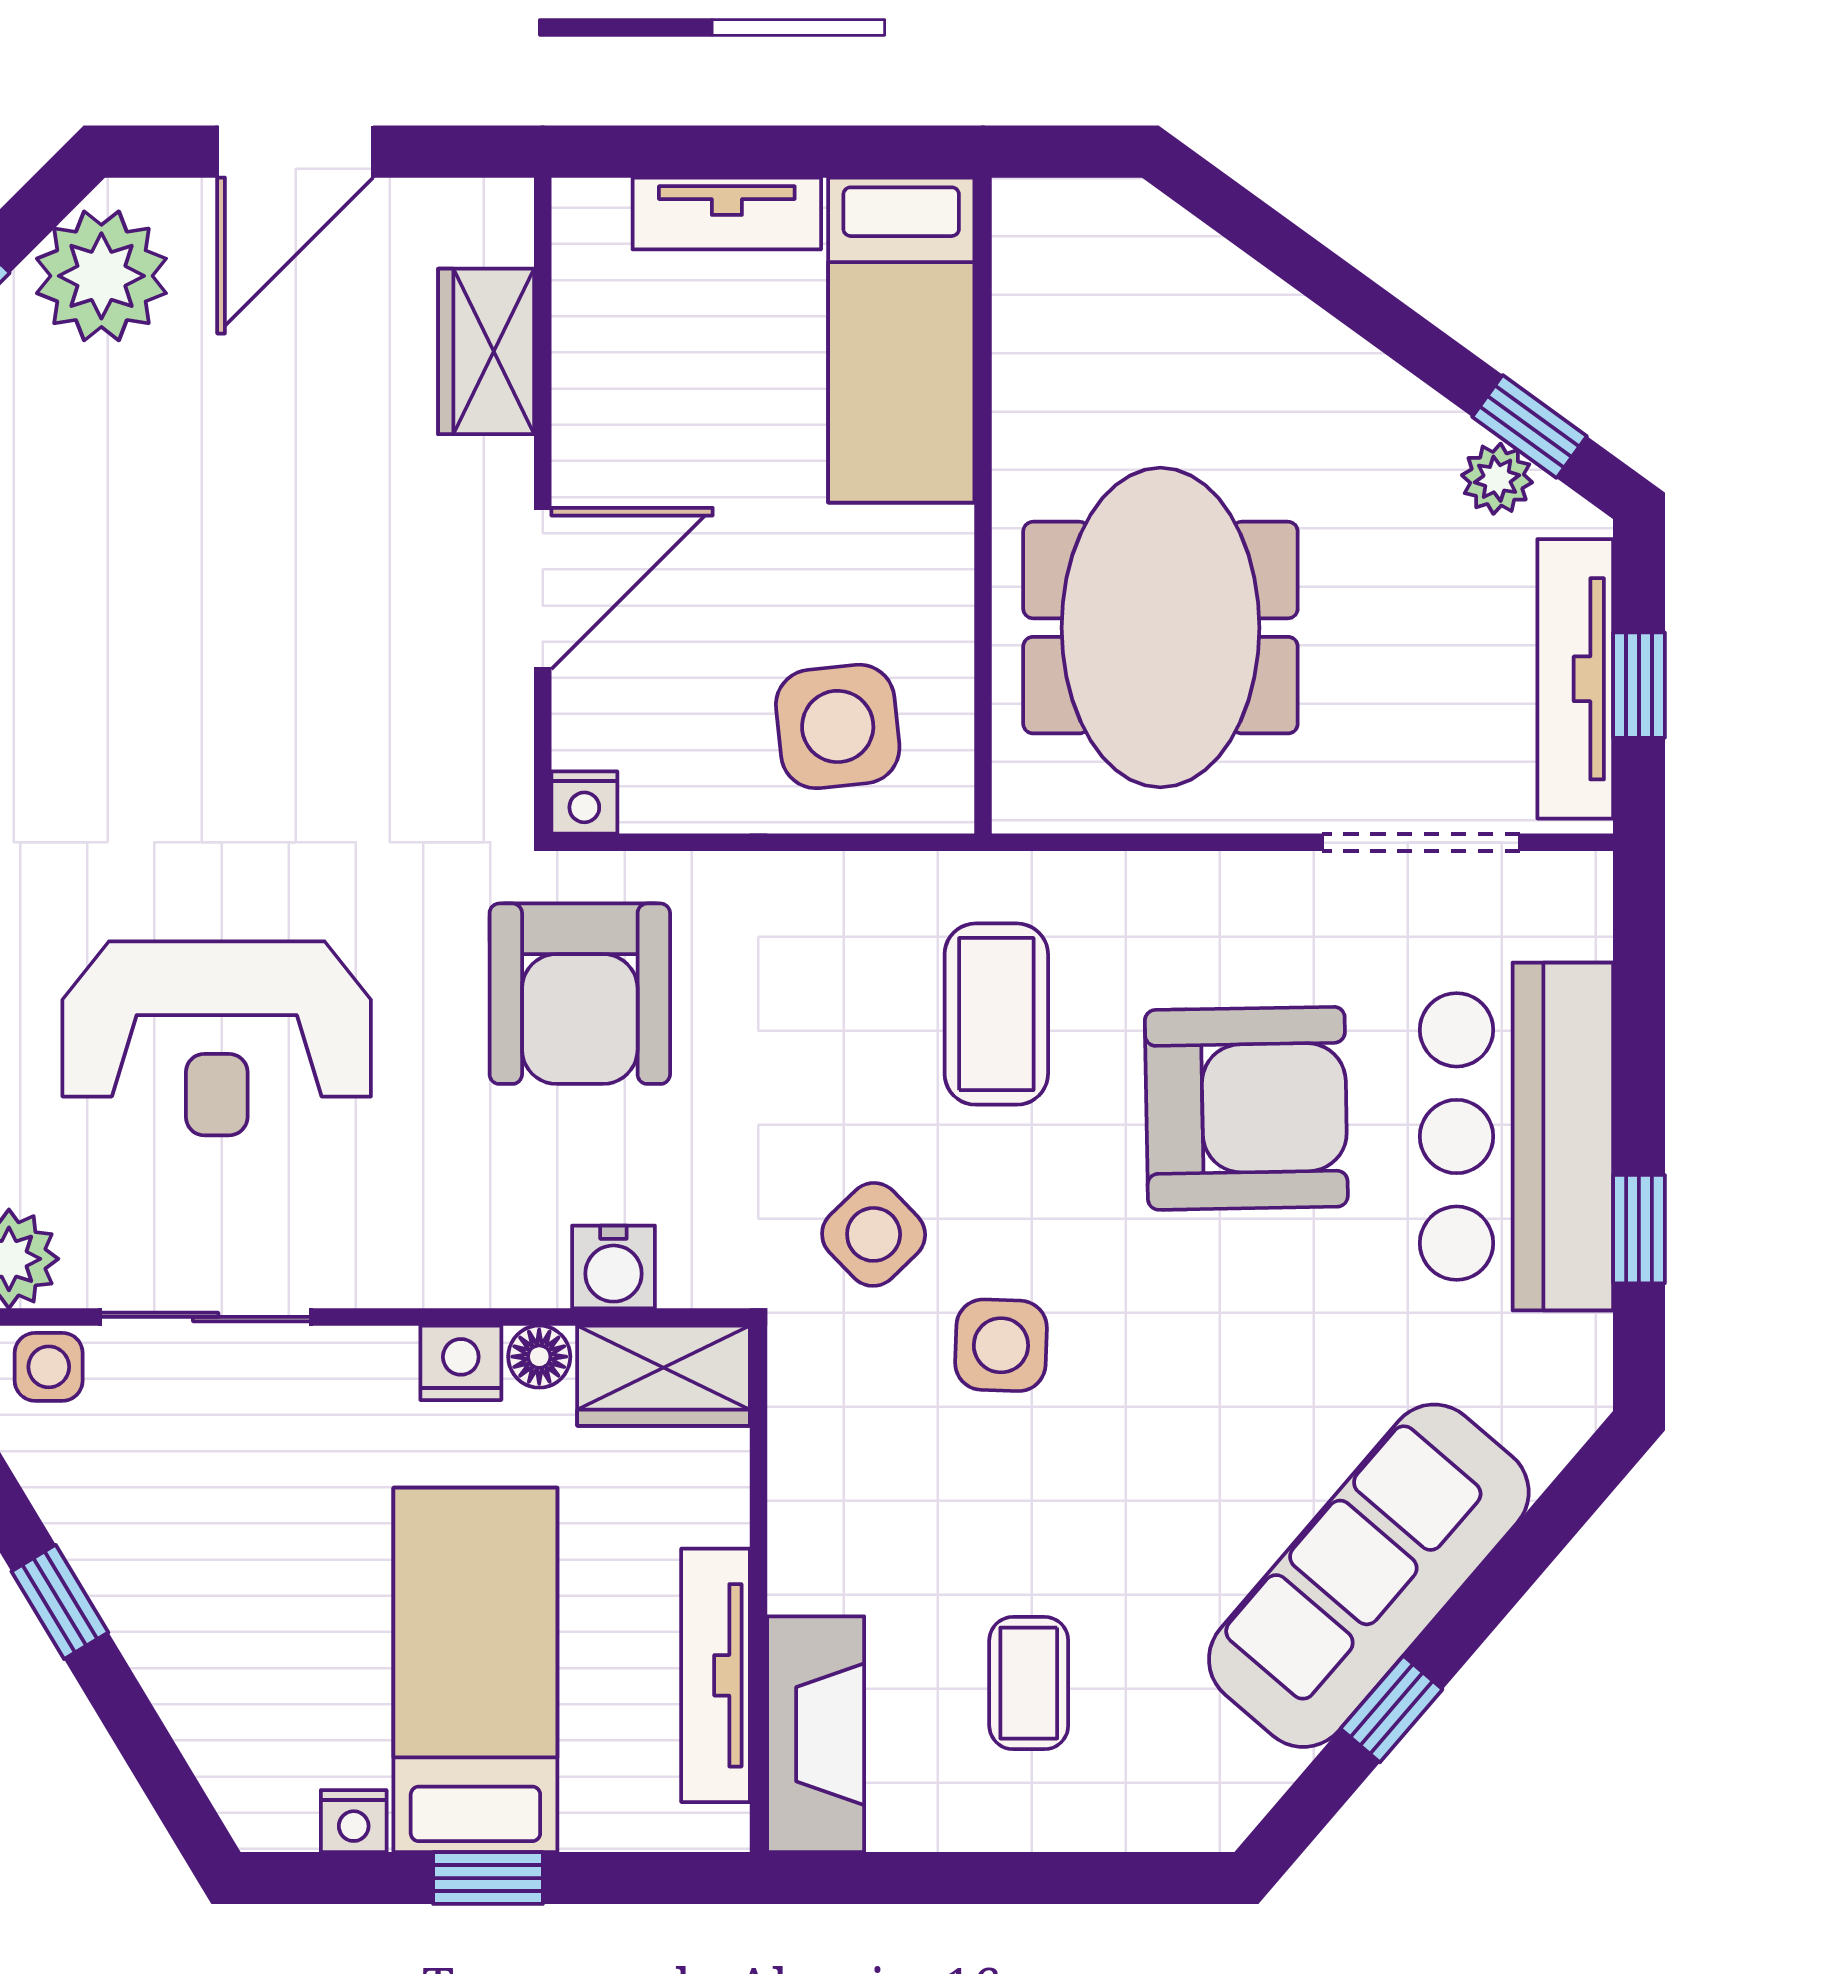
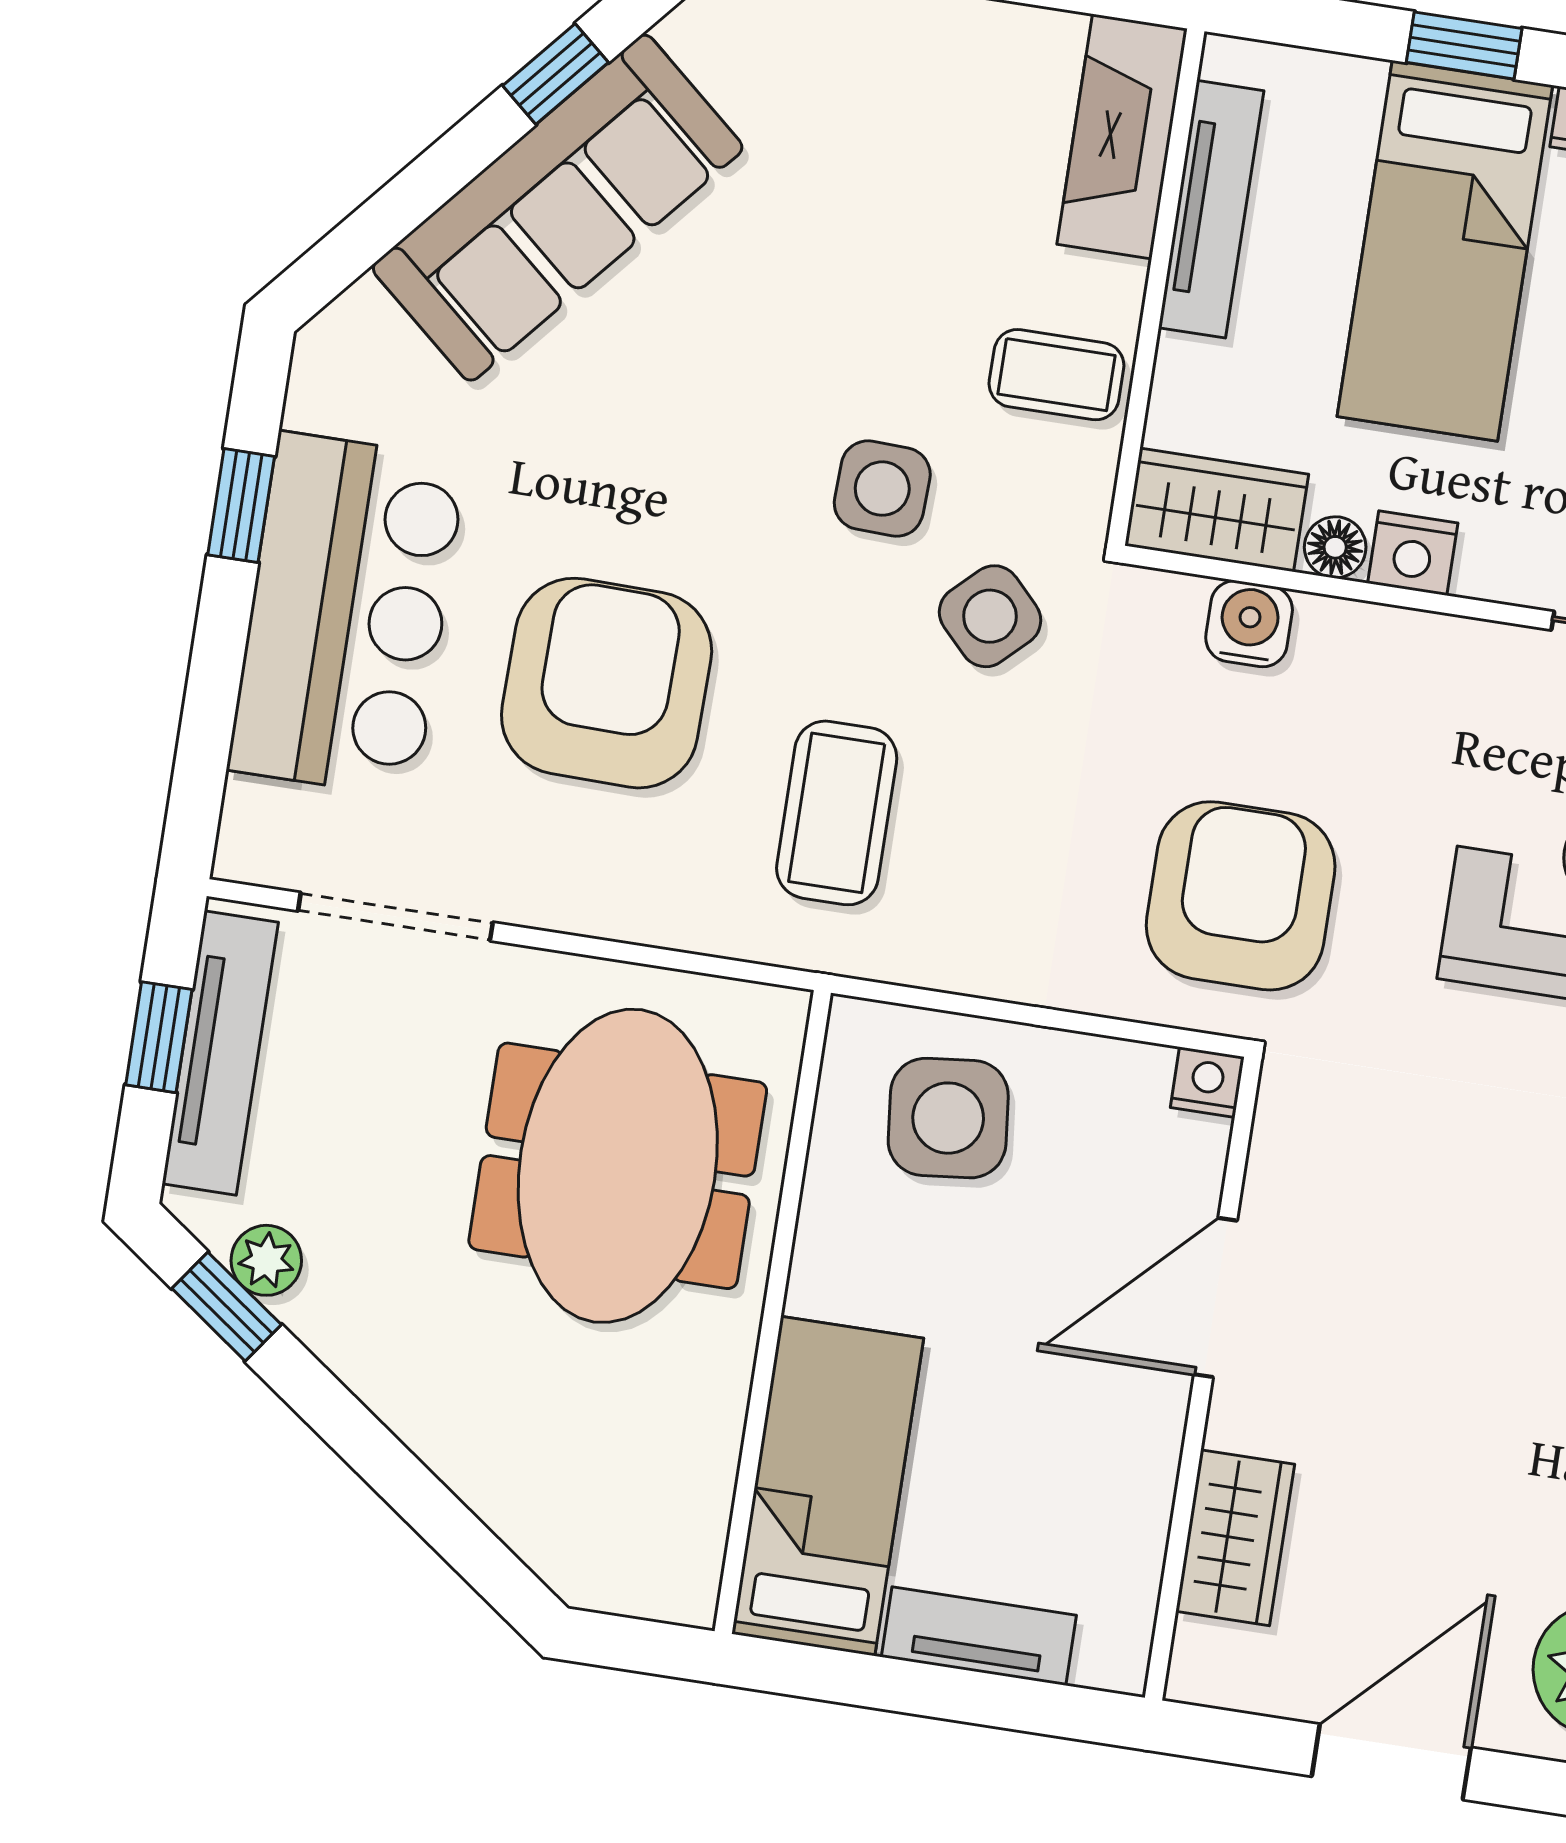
armchair: (1246, 1108) -> (607, 683), turned 92
coffee table: (1029, 1683) -> (1056, 375), moved, turned 90

